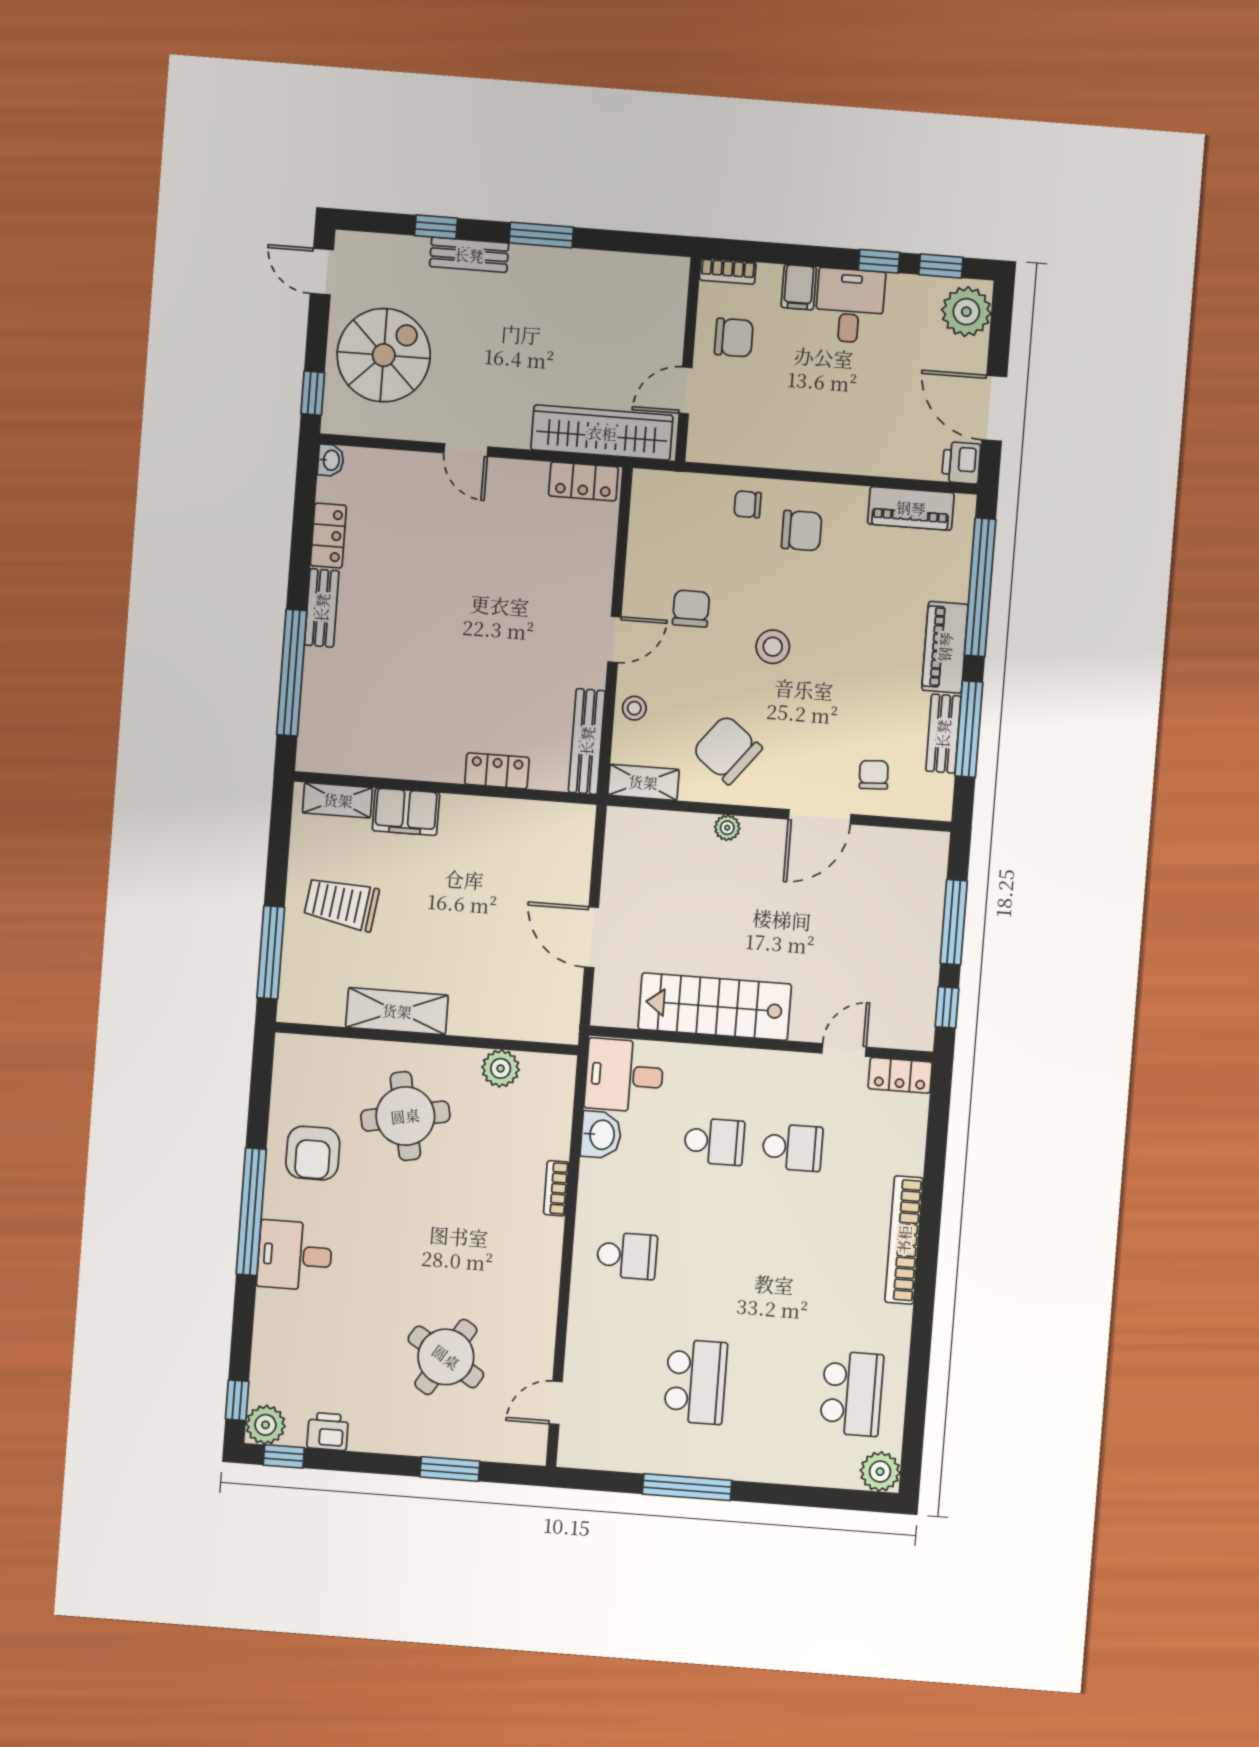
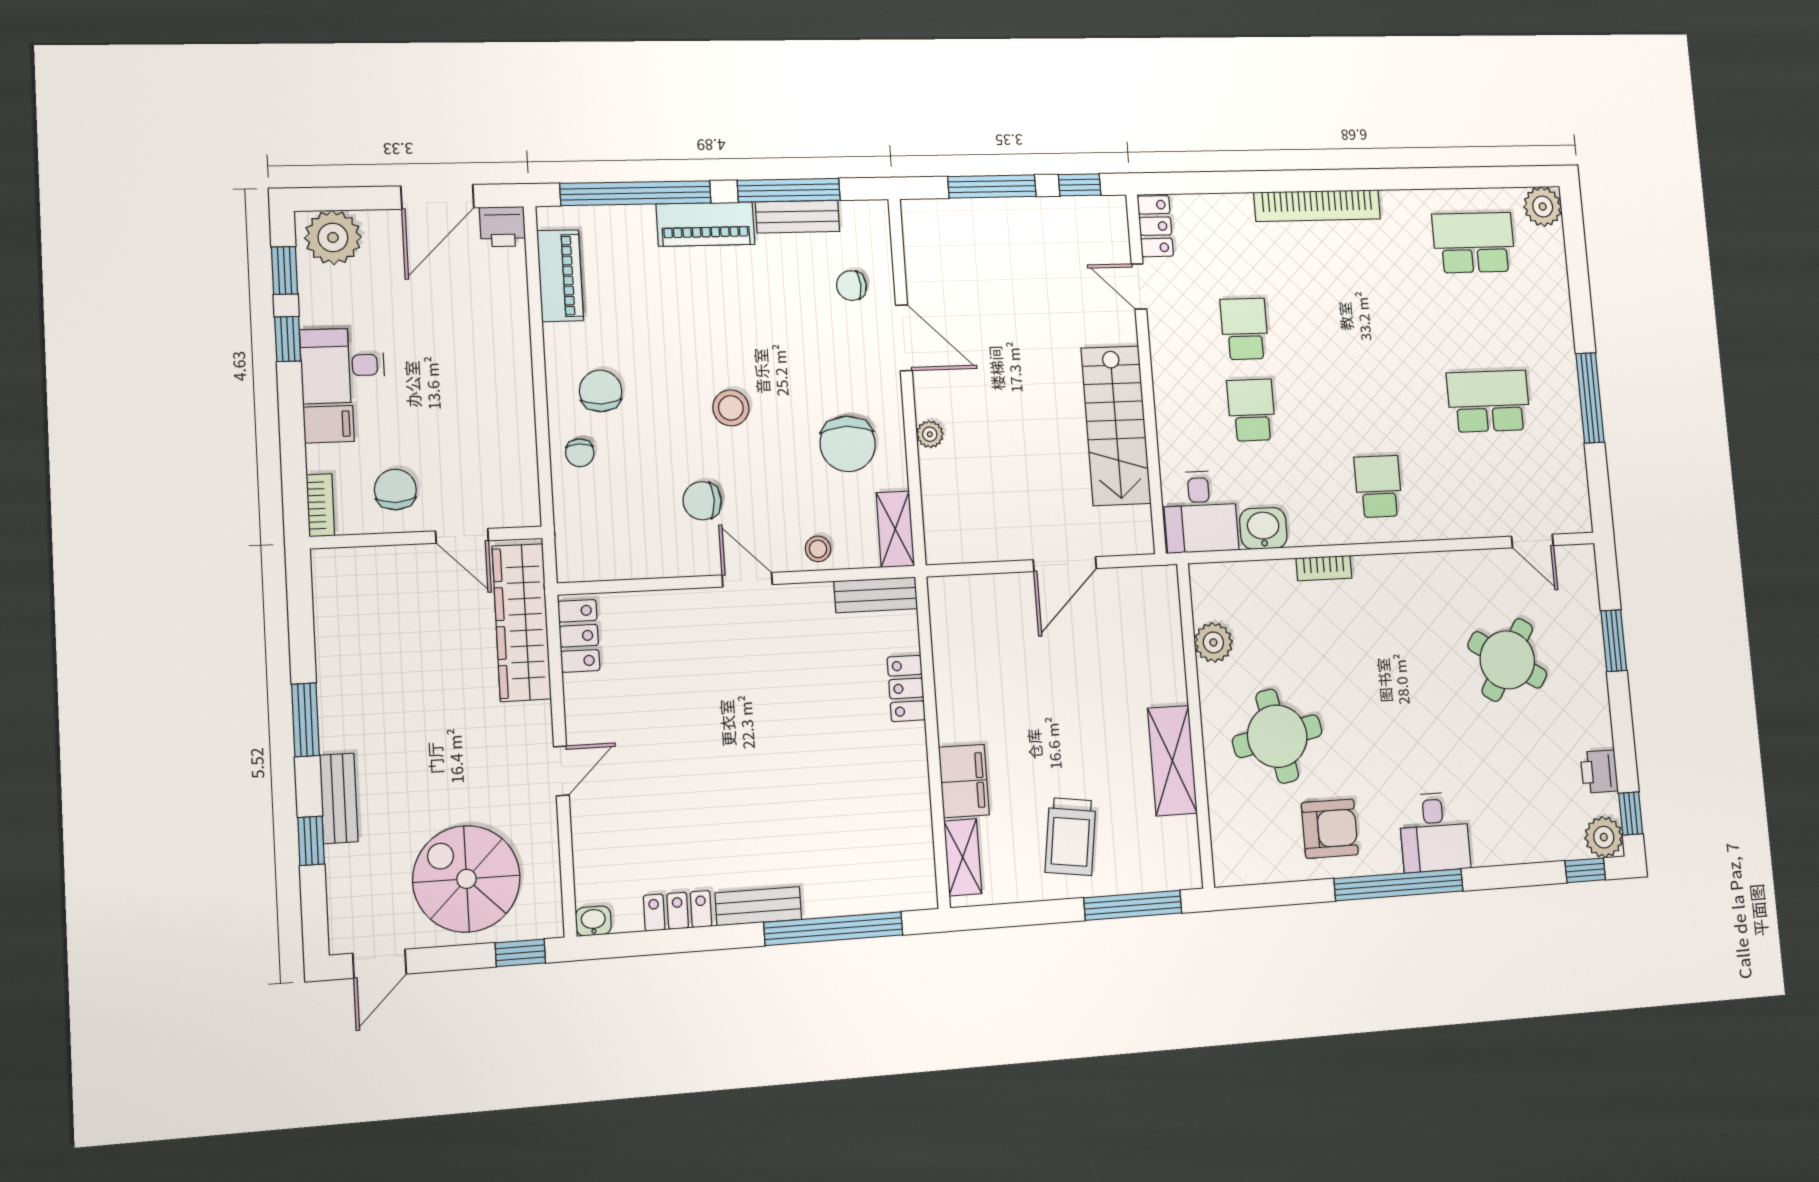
bench: (587, 741) -> (876, 595), width x0.73
chair: (727, 750) -> (848, 444), turned -38

